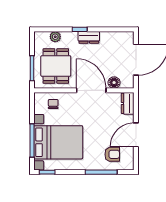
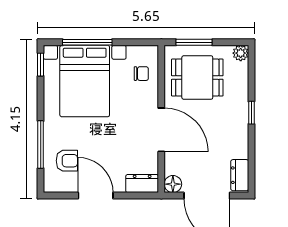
plant: (55, 37) -> (241, 53), moved
dresser: (89, 37) -> (240, 175), moved
floor lamp: (114, 83) -> (173, 184), moved
door: (91, 90) -> (161, 130), hinge flipped
armchair: (112, 154) -> (67, 161), turned -90

